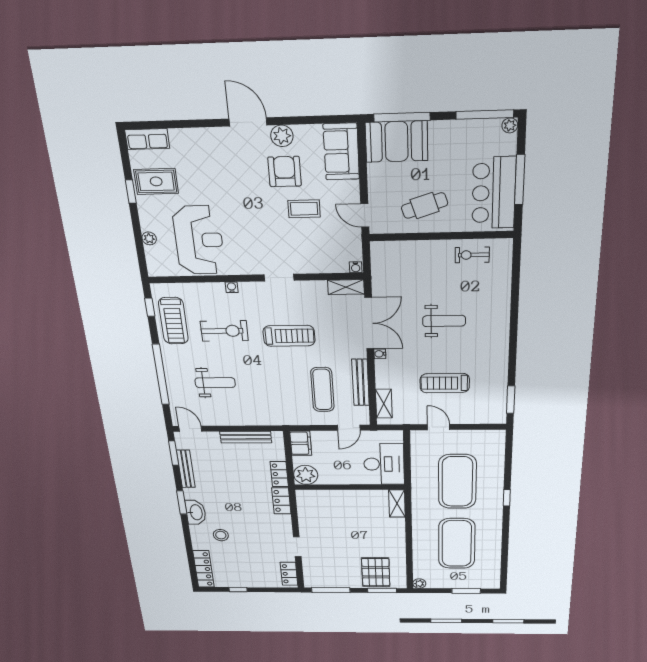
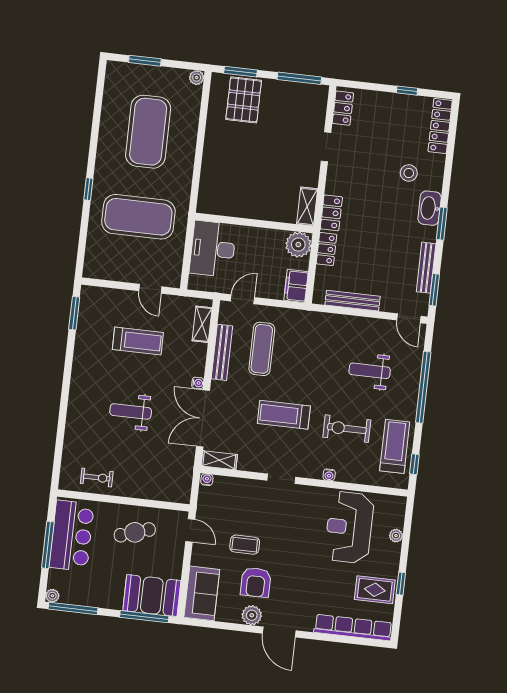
row of seats: (147, 139) -> (353, 628), width x2.02
exercise mat: (457, 482) -> (138, 217), turned 90
shelving: (397, 503) -> (307, 206), moved

